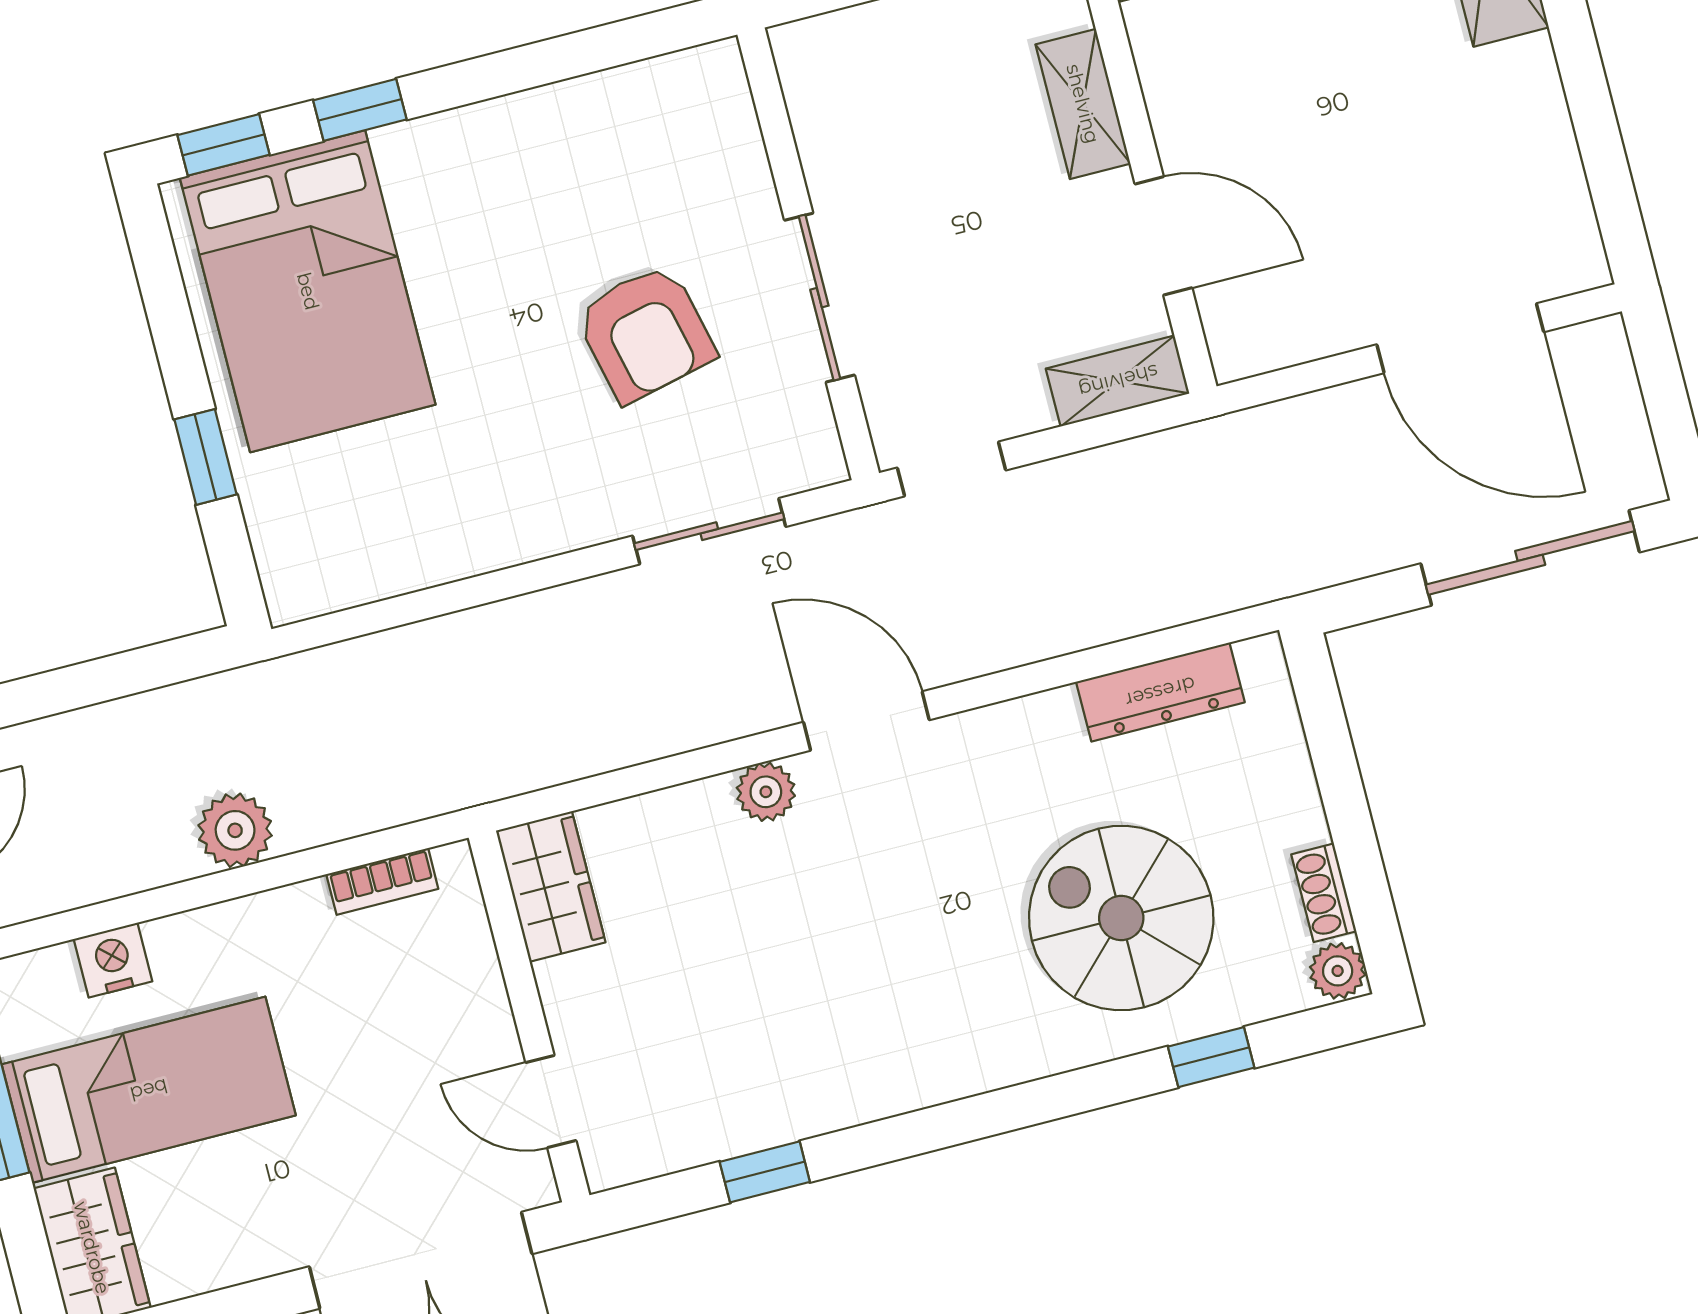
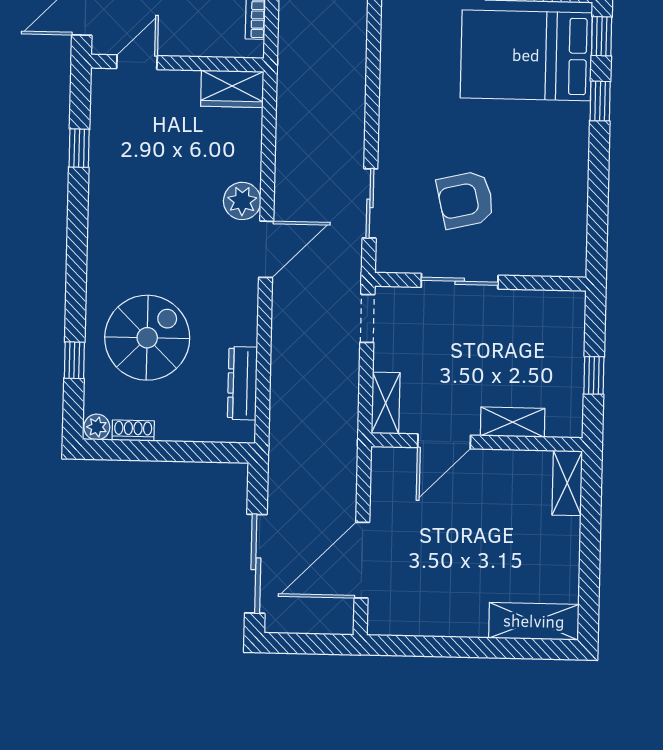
plant: (766, 792) -> (242, 201), width x1.38, depth x1.38

